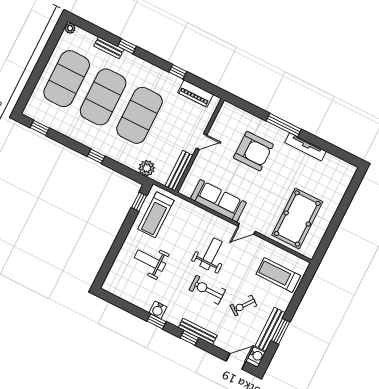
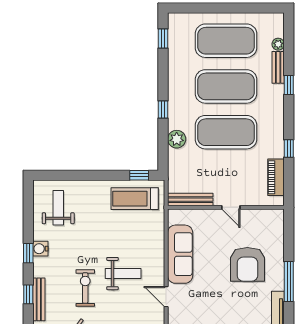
plant: (70, 28) -> (278, 44), moved
plant: (147, 168) -> (177, 139), moved
weight bench: (150, 261) -> (58, 208), moved

